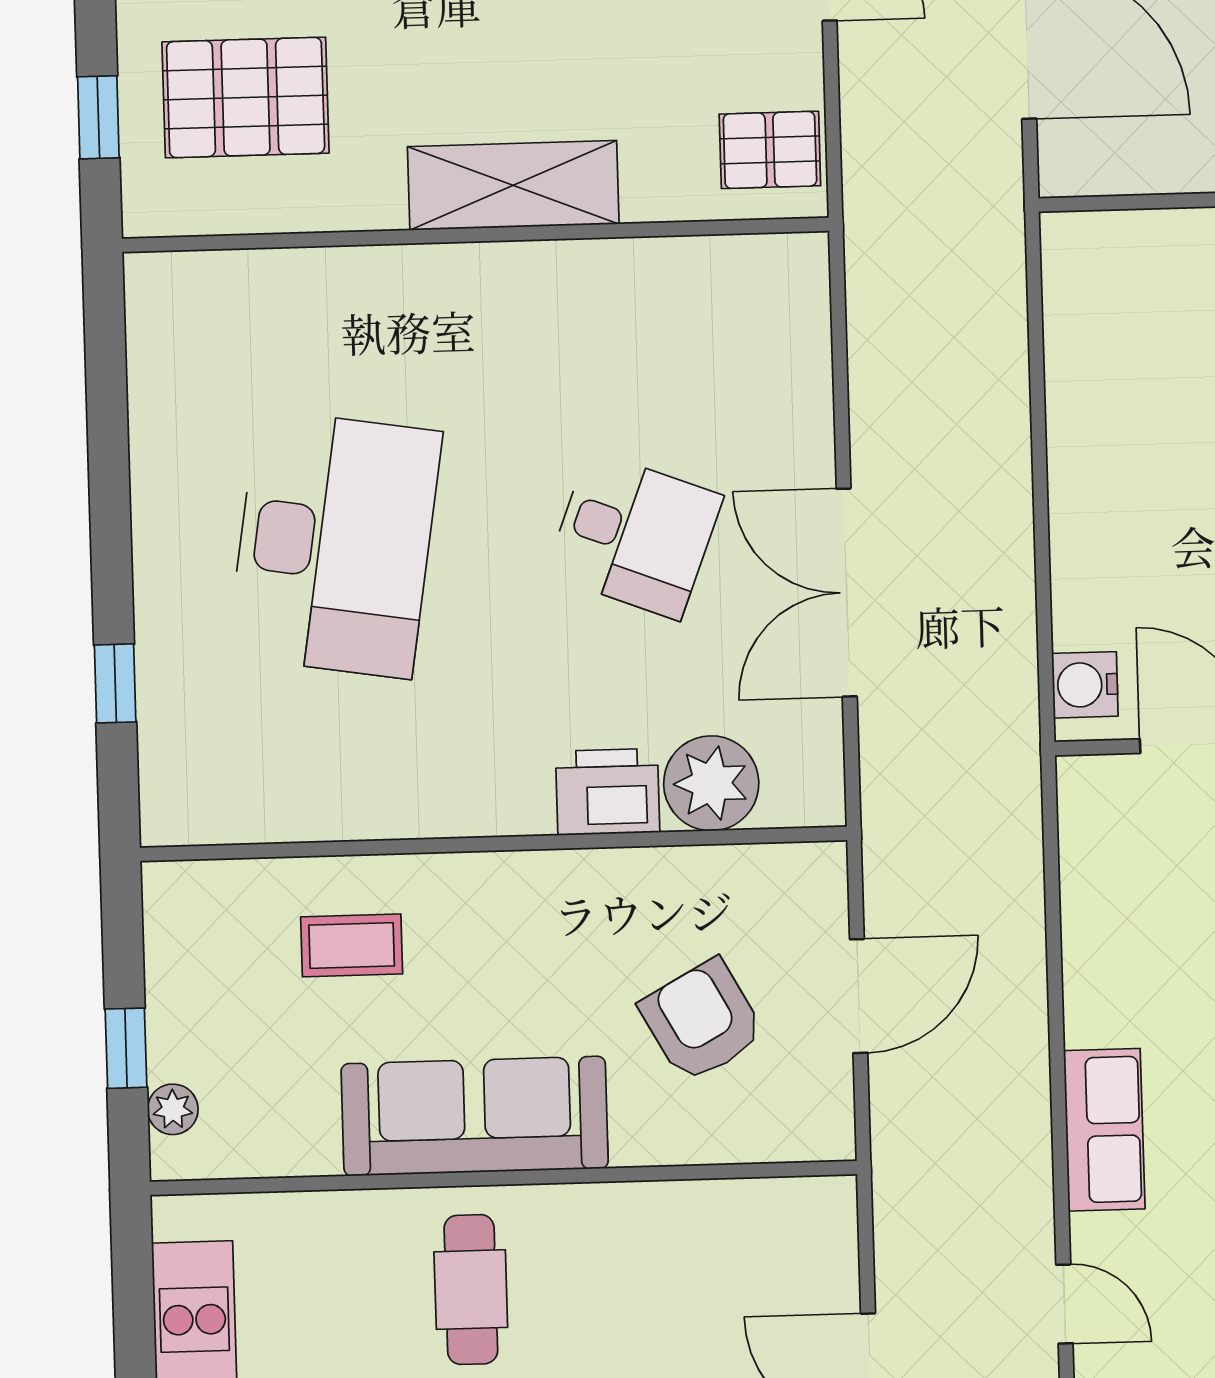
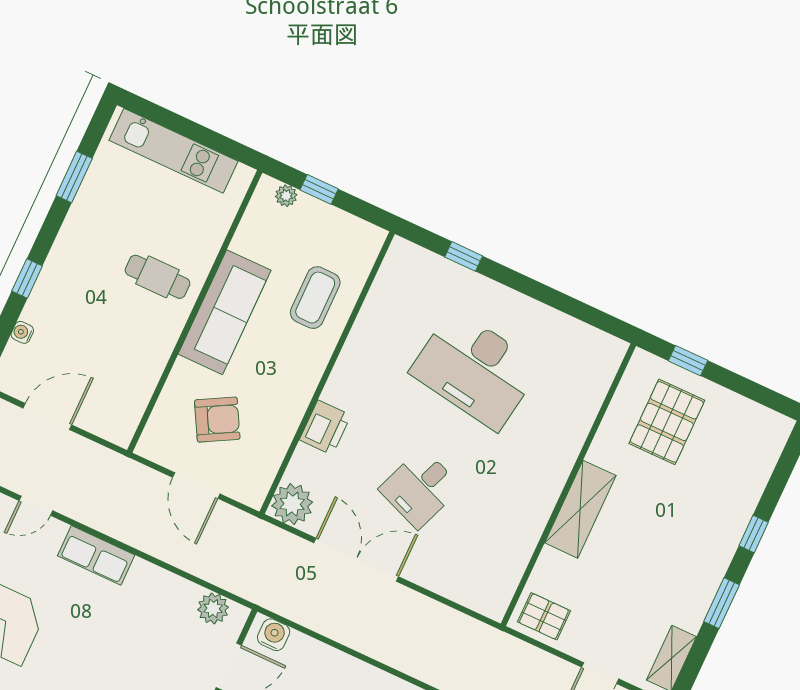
pallet: (770, 150) -> (544, 616), turned 90
plant: (711, 783) -> (292, 504), moved
plant: (1093, 836) -> (213, 608), added
coffee table: (352, 945) -> (315, 298), width x1.36, depth x1.30

